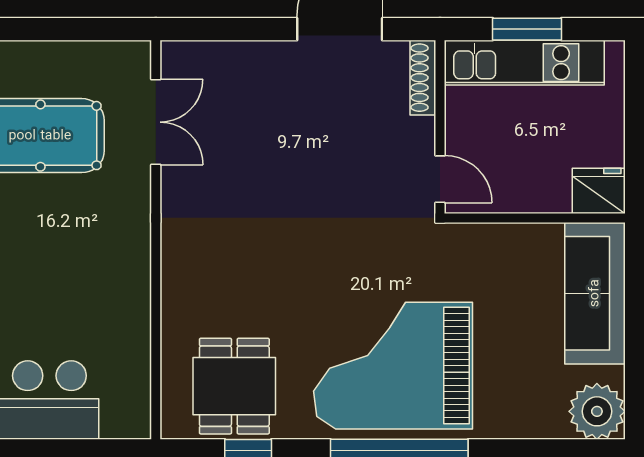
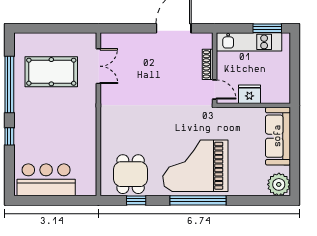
window: (527, 29) -> (267, 28), moved
shoe rack: (423, 78) -> (208, 64), moved
fridge: (599, 191) -> (249, 94), moved

